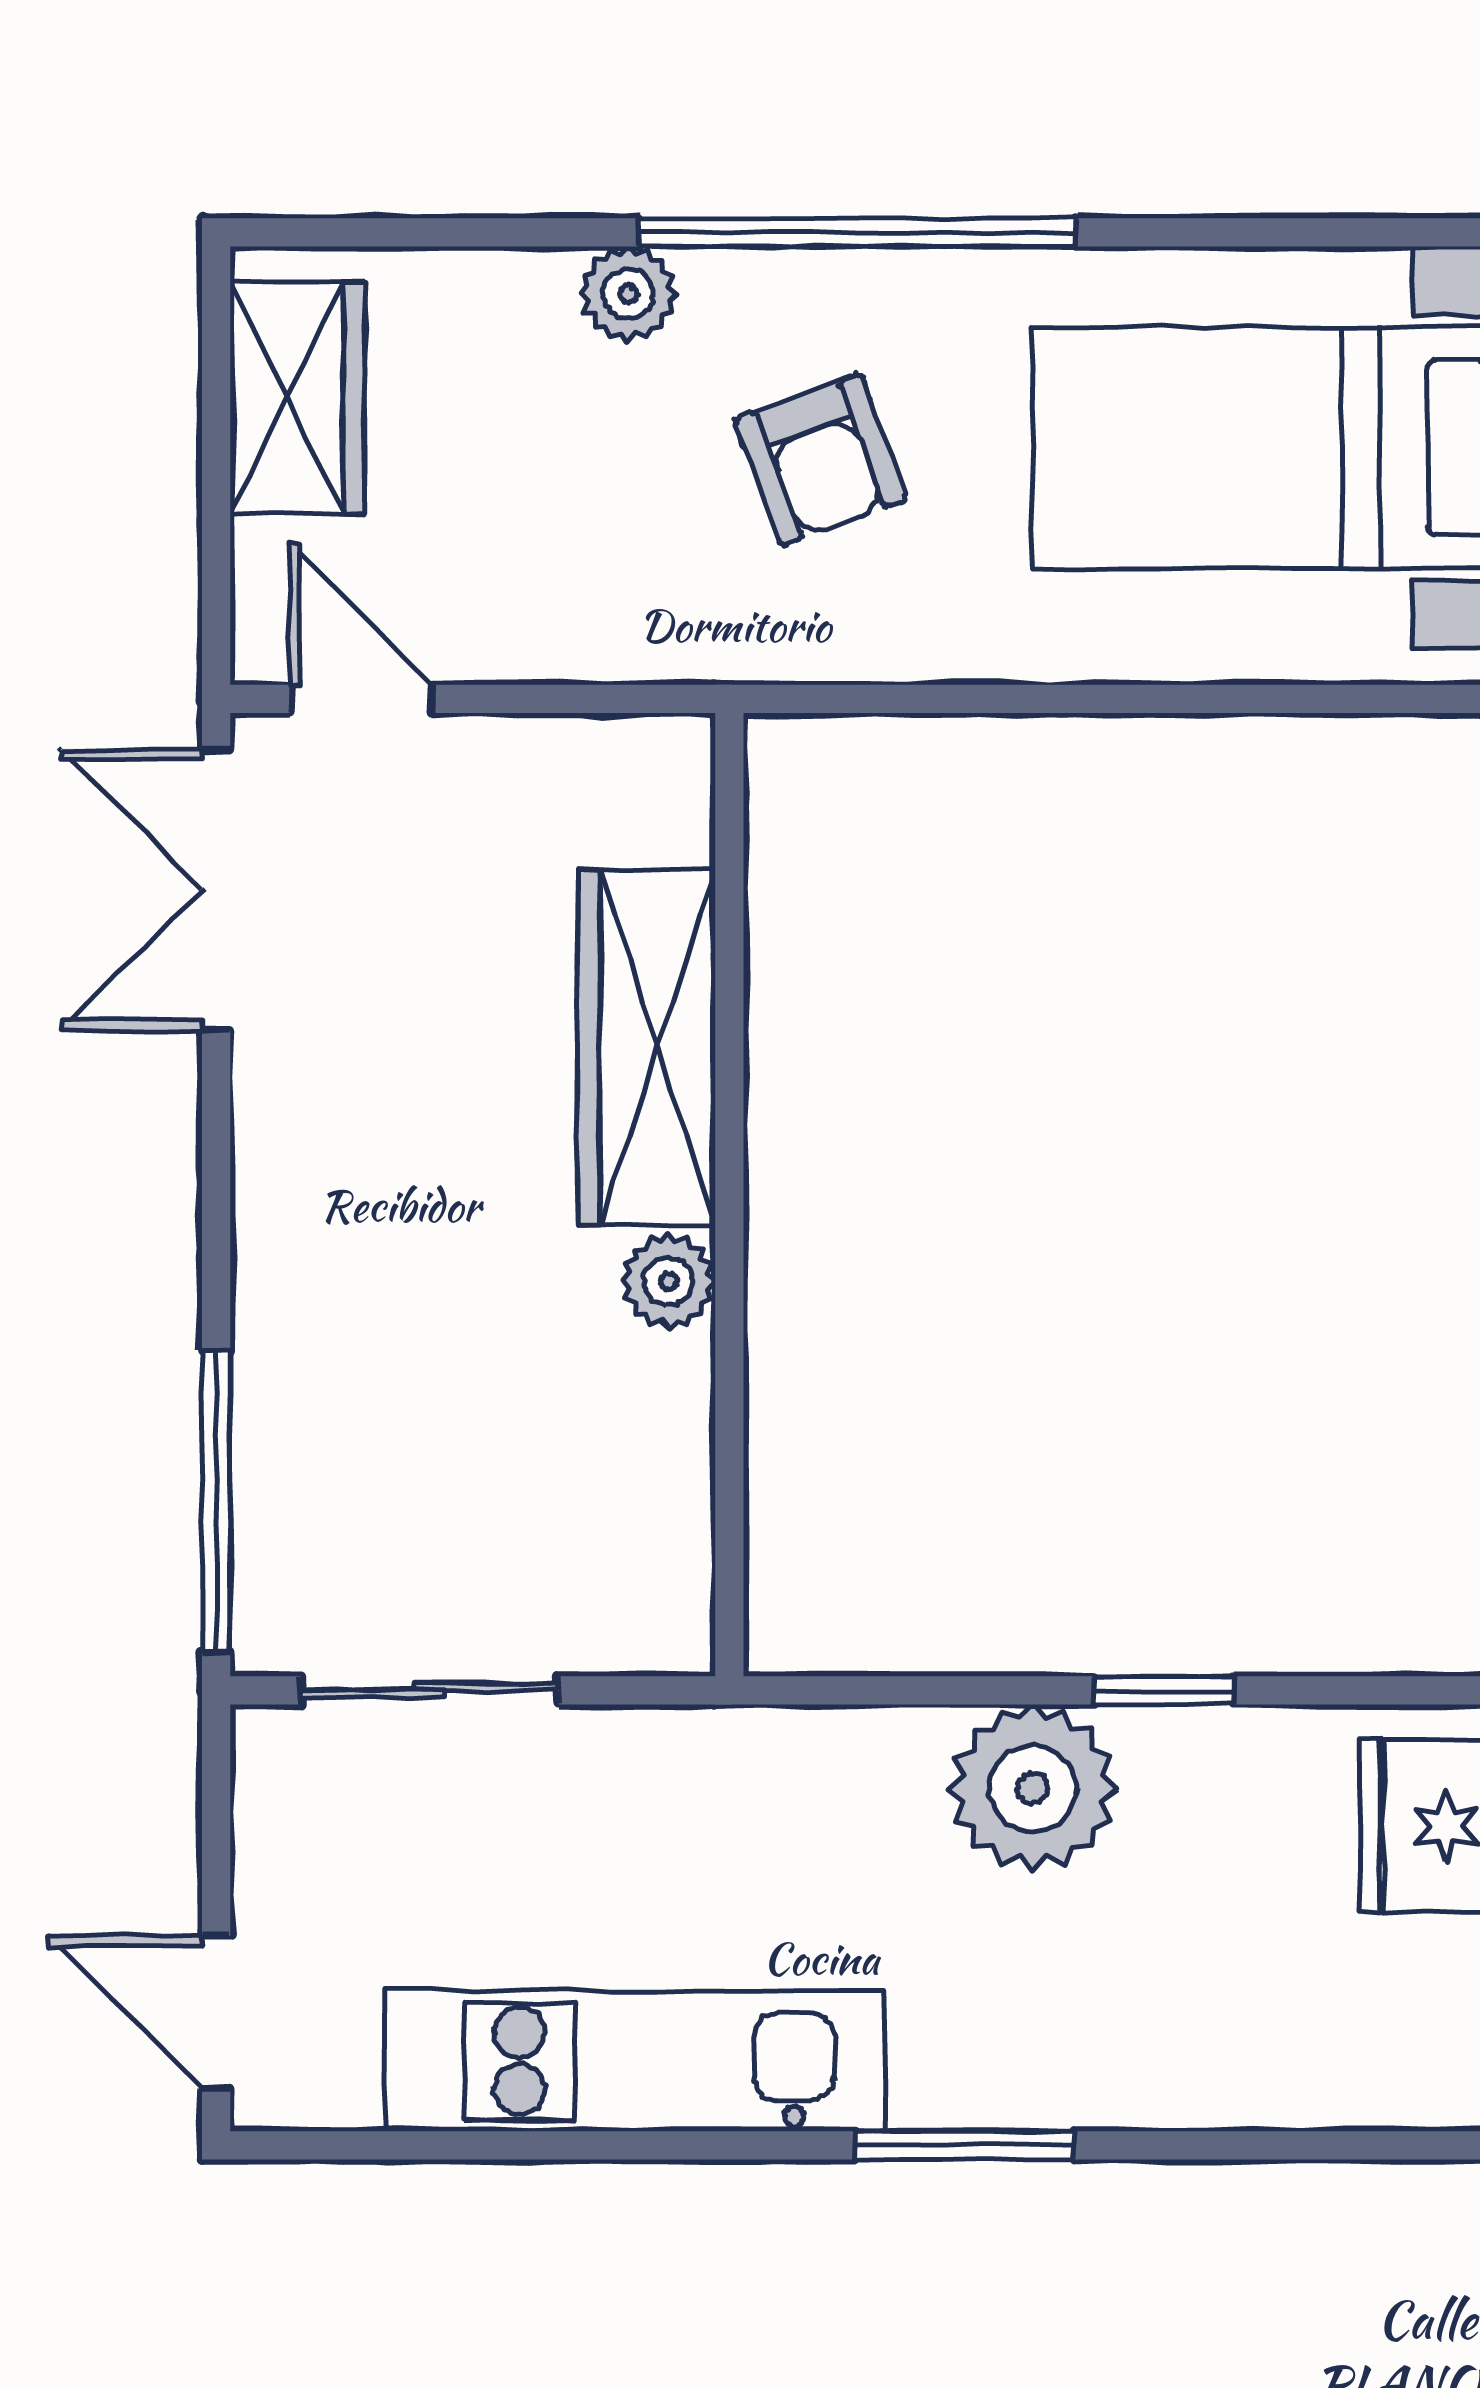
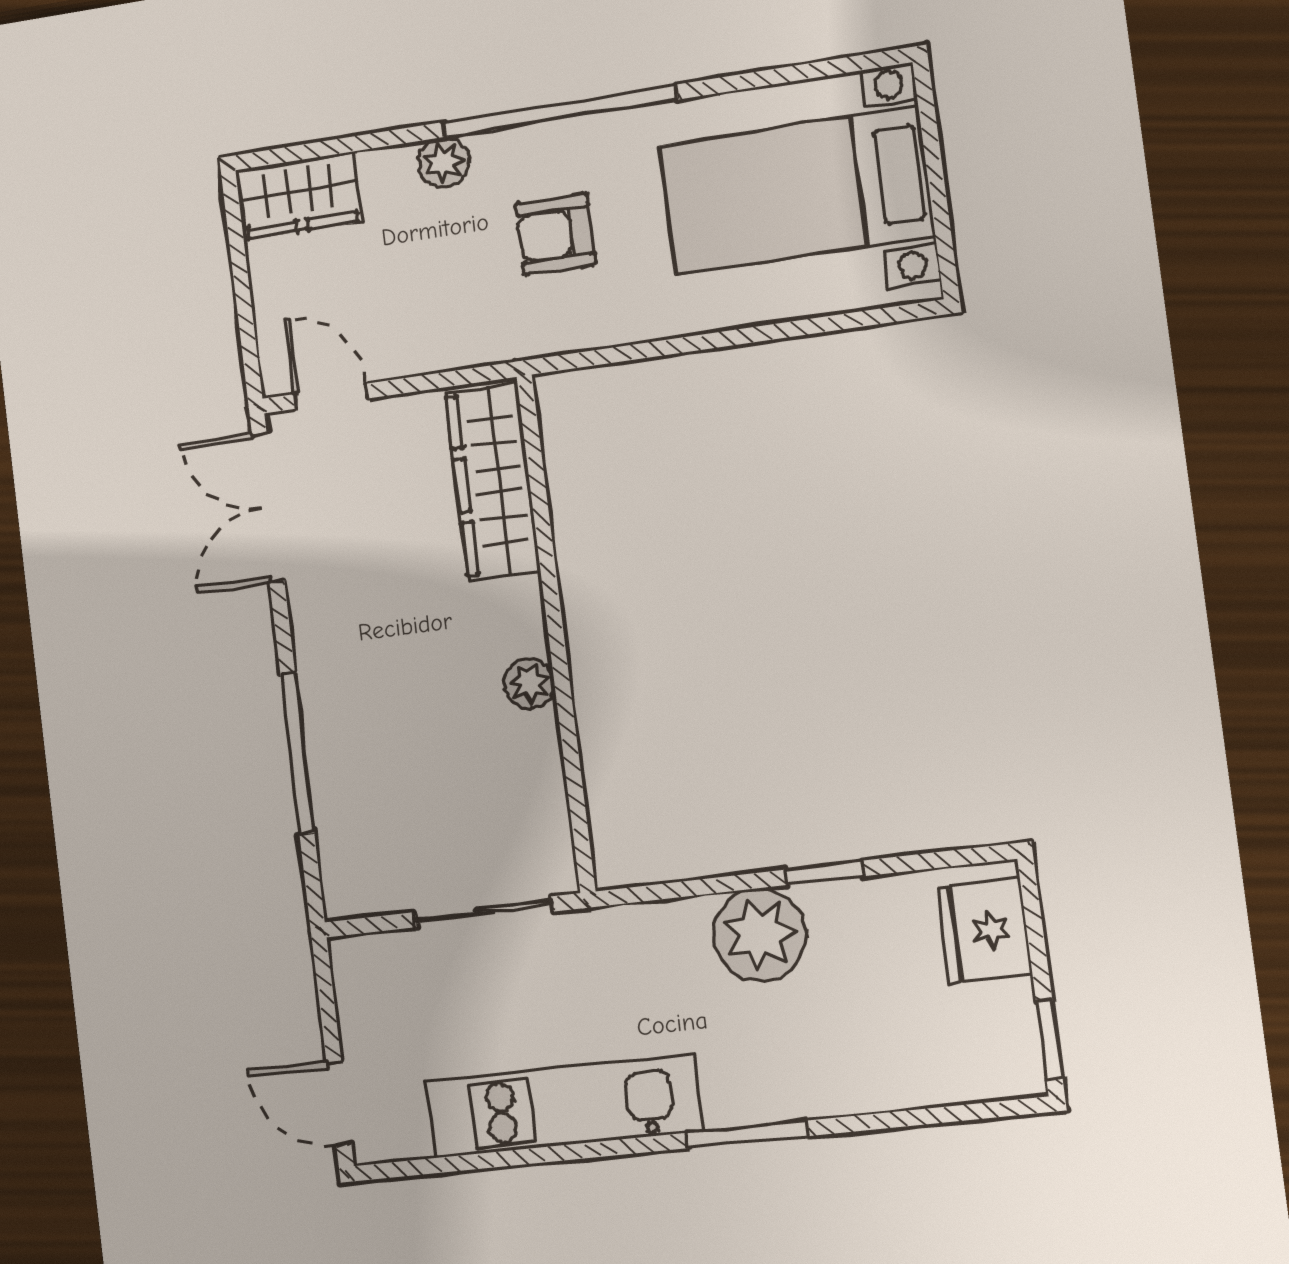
wardrobe: (297, 398) -> (299, 196), moved, turned 90
armchair: (820, 460) -> (556, 234), turned 110
wardrobe: (647, 1047) -> (493, 481), moved
window: (216, 1501) -> (297, 754), moved
sliding door: (430, 1690) -> (484, 912), moved

